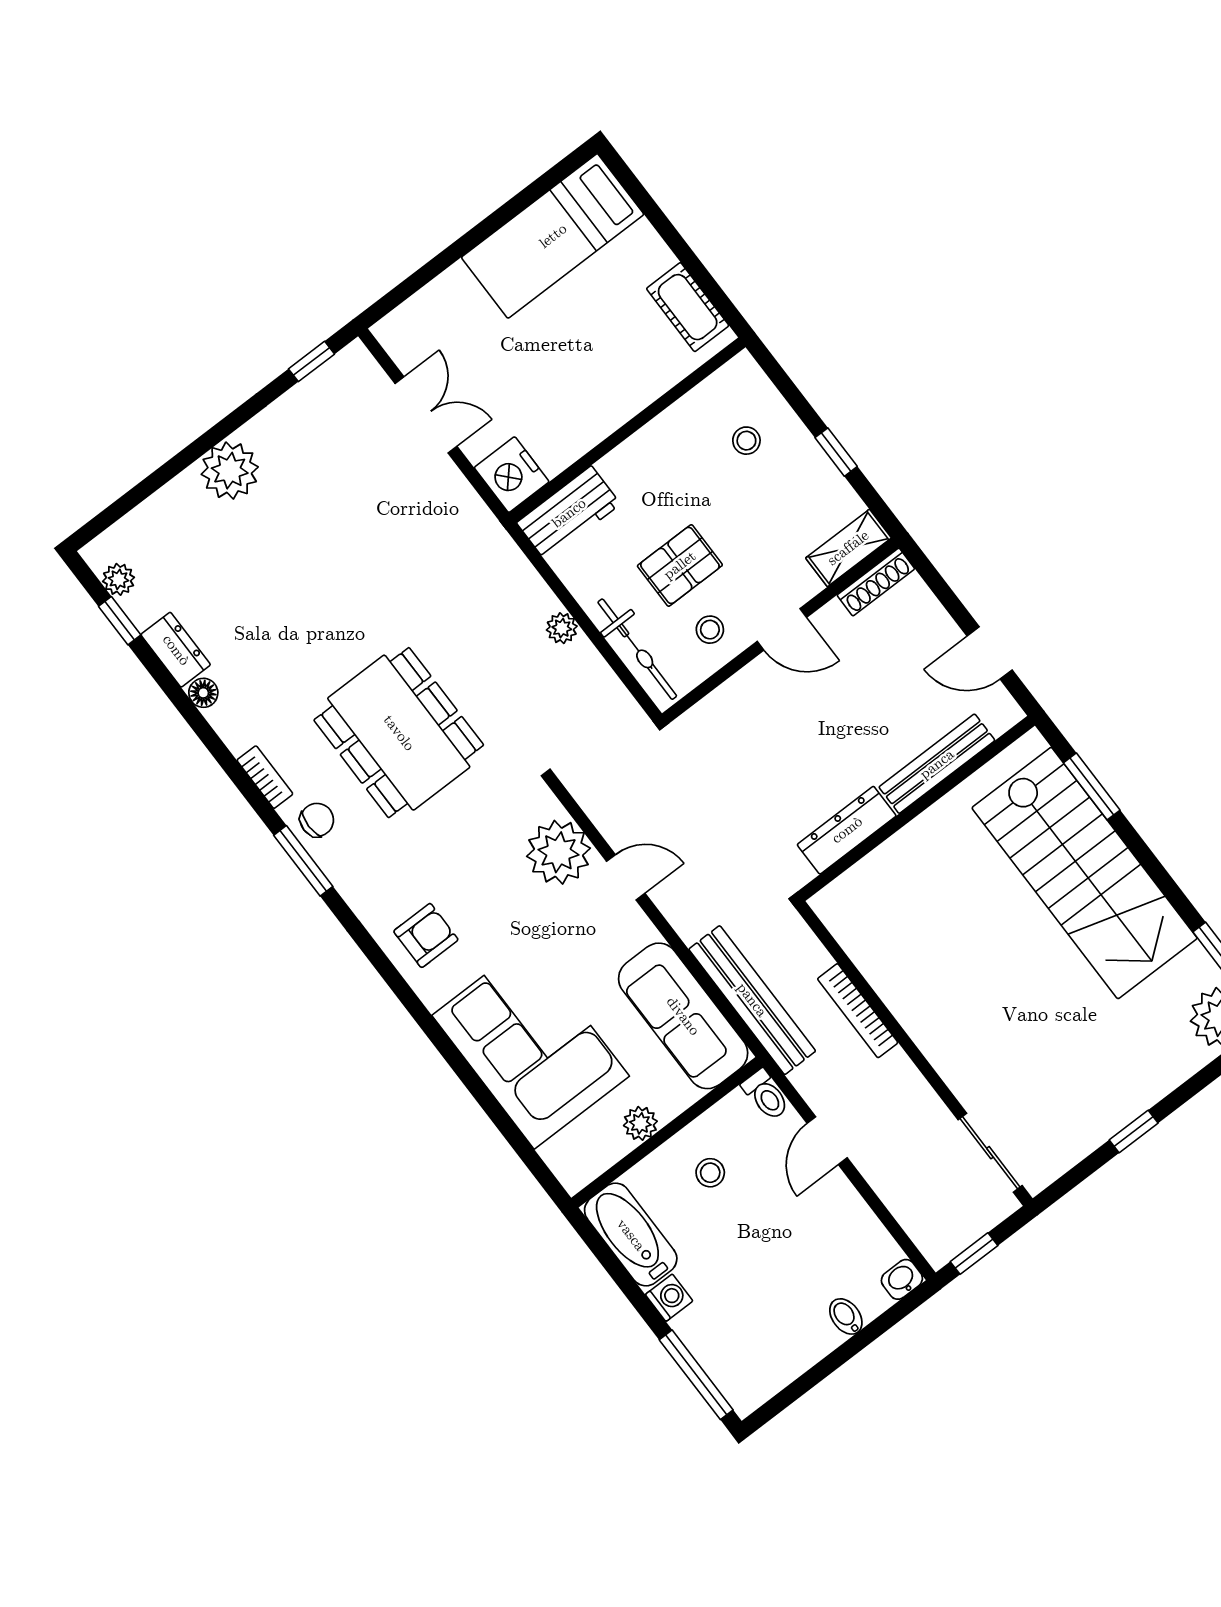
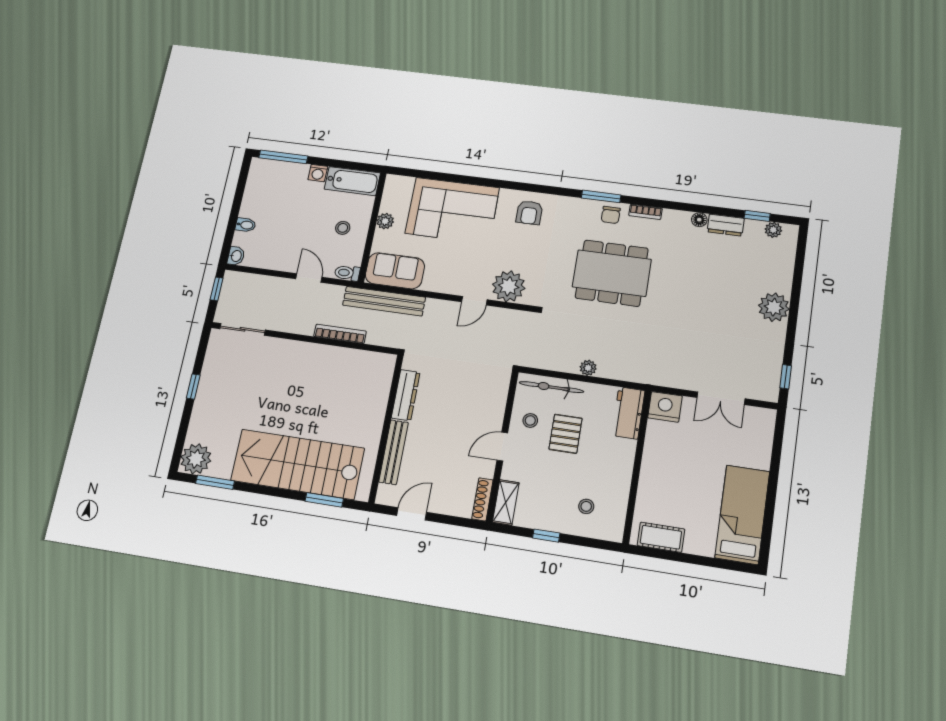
sofa: (683, 1016) -> (395, 271), width x0.73

